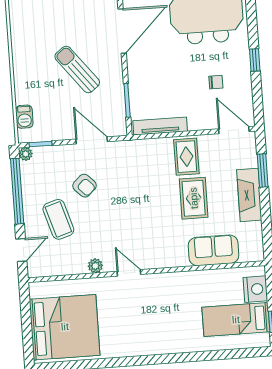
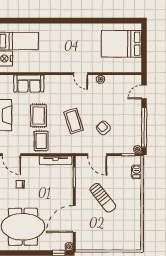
coffee table: (58, 219) -> (73, 121), moved
bed: (65, 327) -> (121, 44), width x0.73

